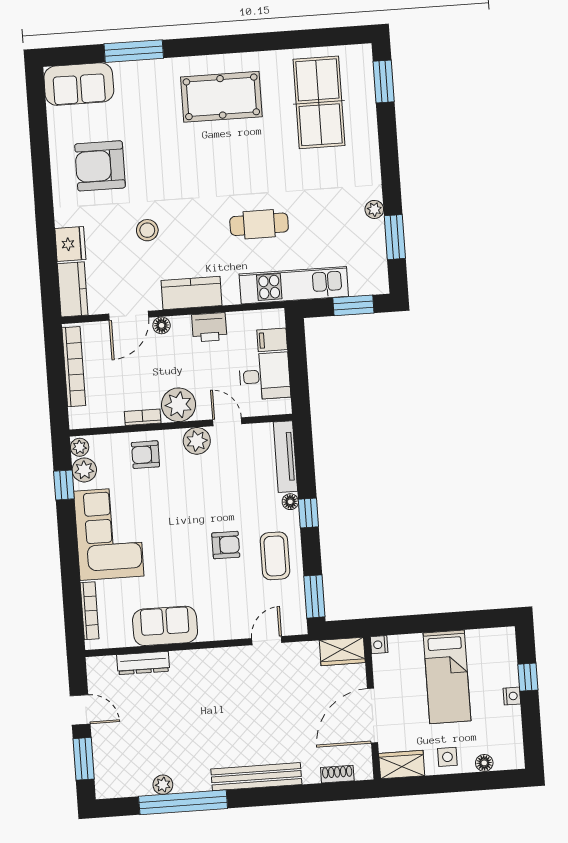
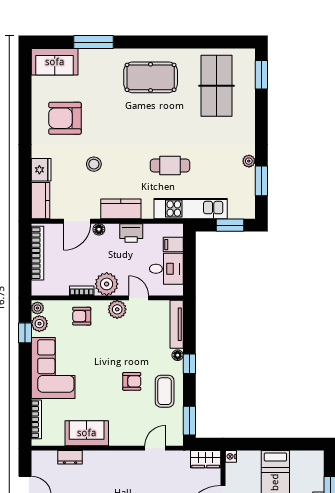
dresser: (143, 663) -> (70, 457), width x0.70

